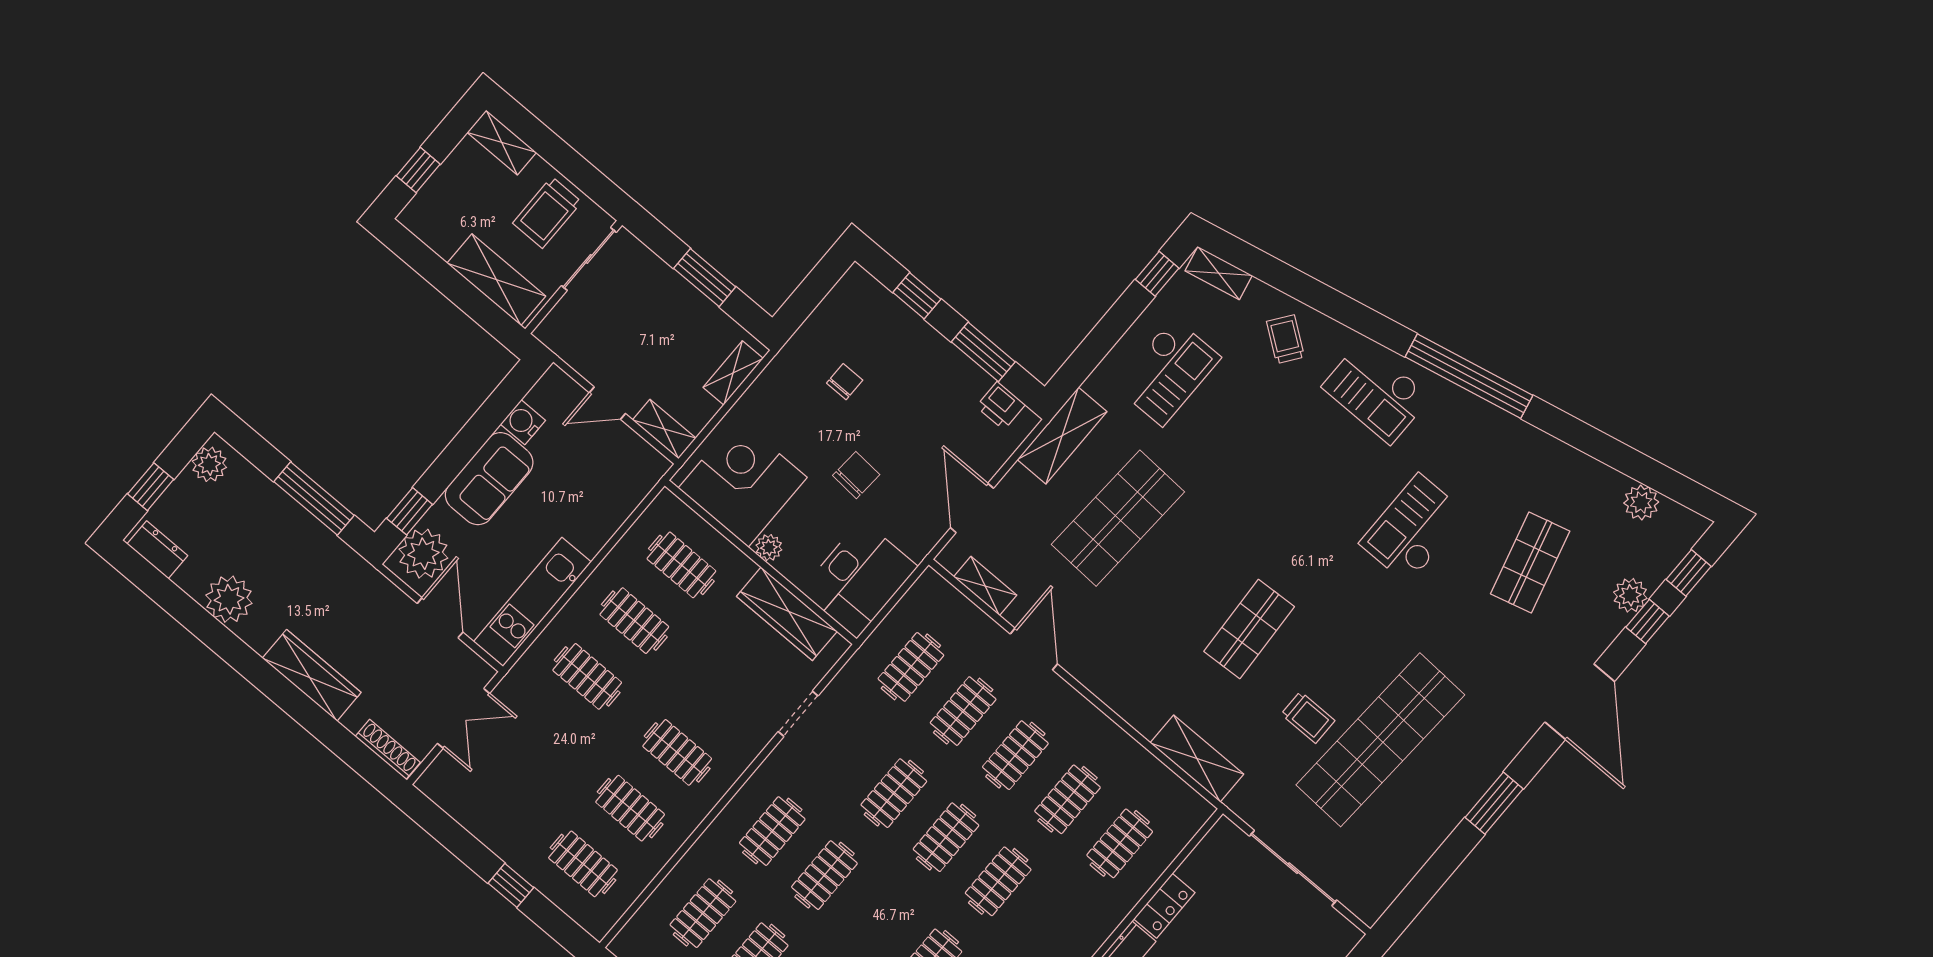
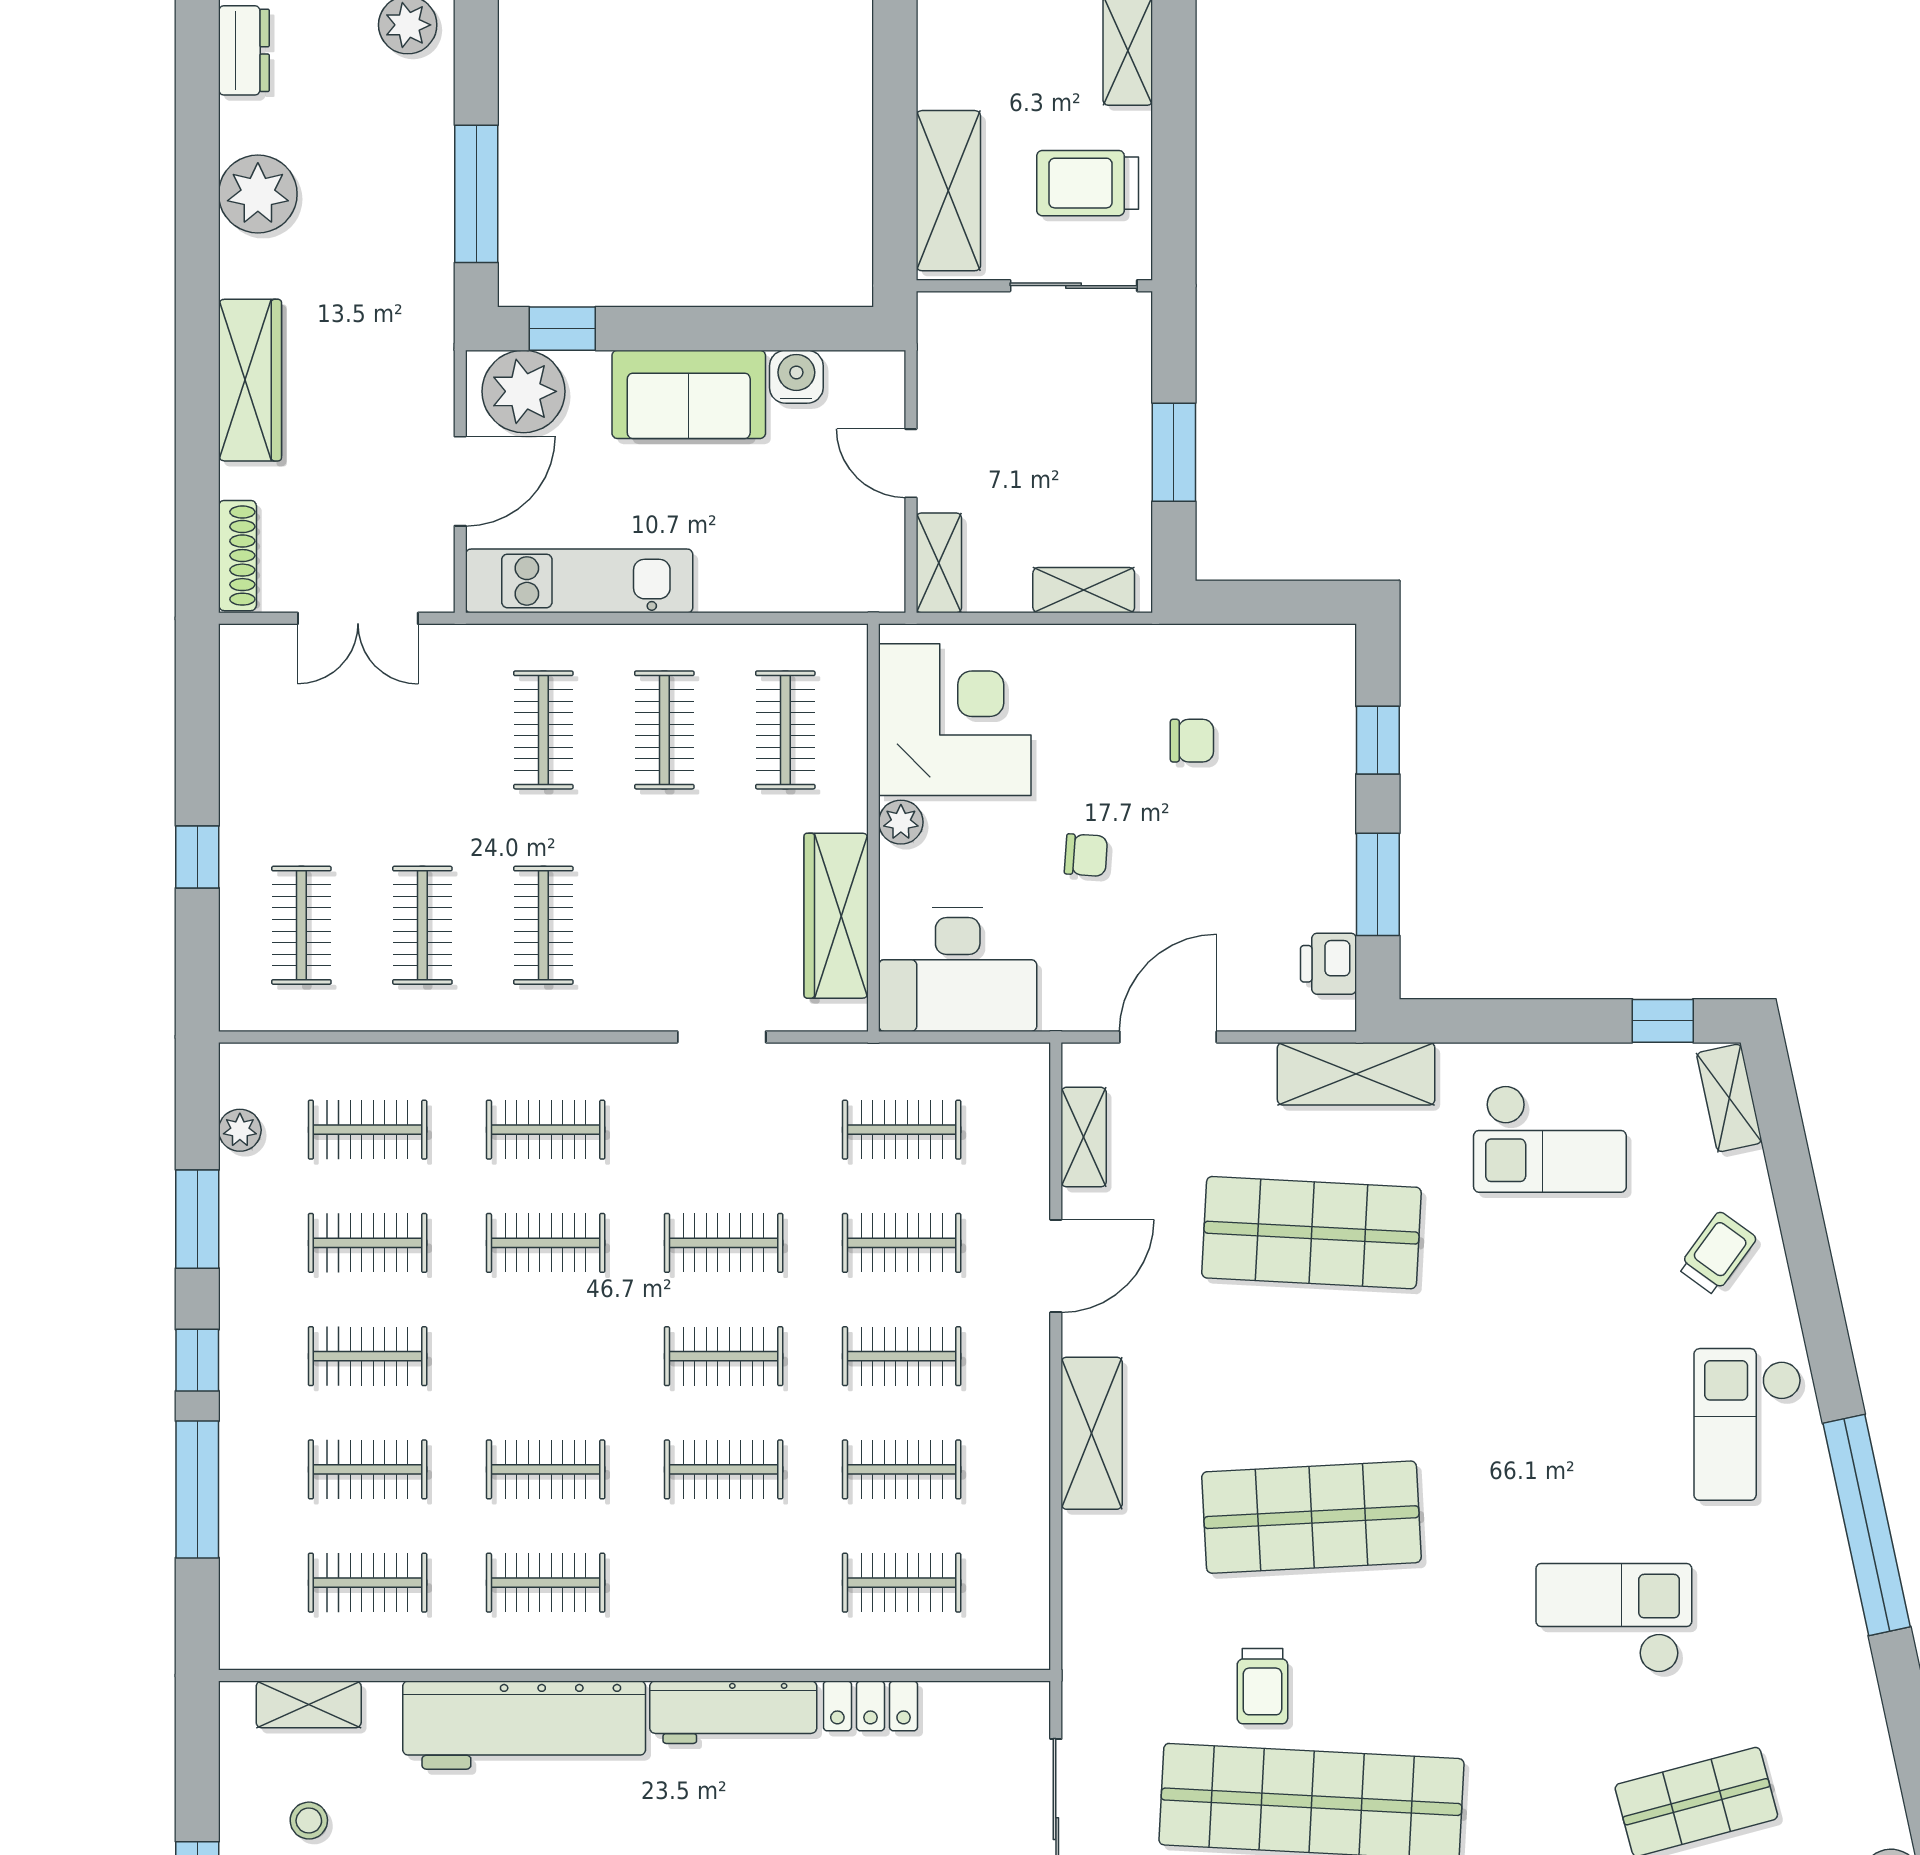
chair: (856, 475) -> (1086, 855), width x0.73, depth x0.73
shop shelf: (1249, 629) -> (1311, 1517), width x1.43, depth x1.36
shelving: (1197, 758) -> (1092, 1433), moved

